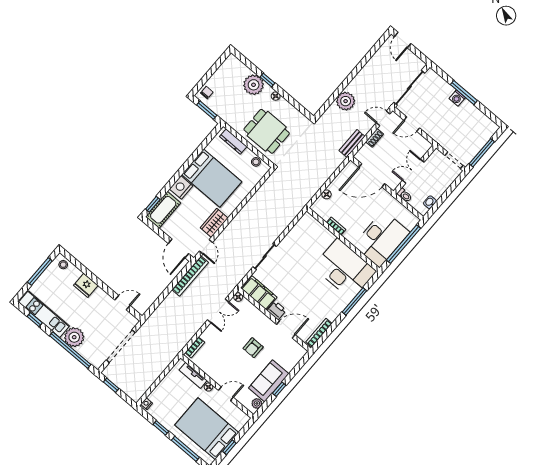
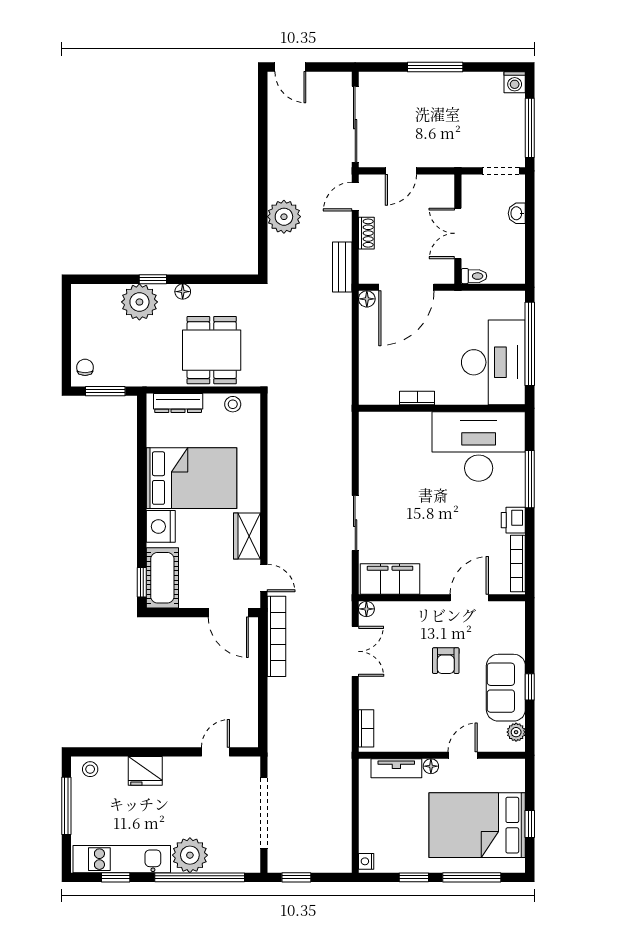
washing machine: (457, 98) -> (515, 82), moved
dining table: (267, 131) -> (212, 350), turned 90
floor lamp: (326, 194) -> (367, 299), moved
washbasin: (430, 202) -> (517, 213), moved
printer: (277, 310) -> (513, 520), moved, turned -90

